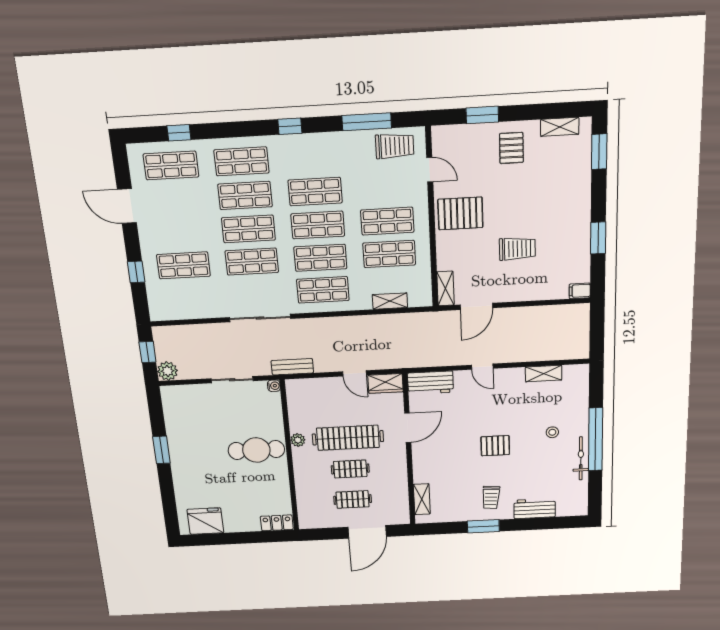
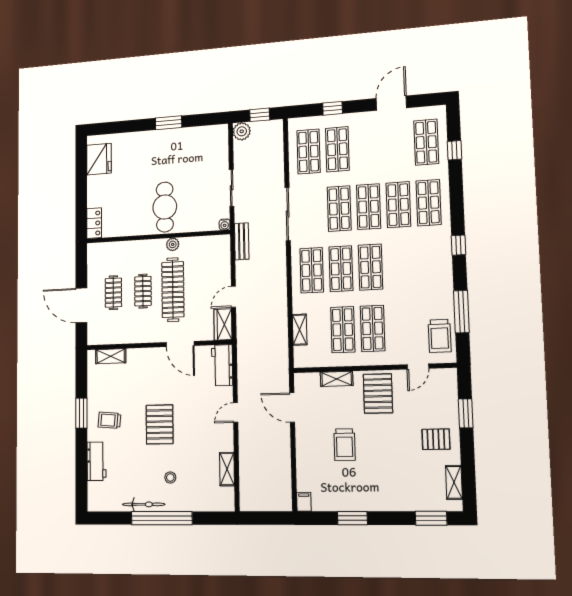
shop shelf: (315, 192) -> (309, 152), moved
shelving: (445, 288) -> (337, 379), moved
pallet: (495, 446) -> (160, 424), width x1.50, depth x1.42

